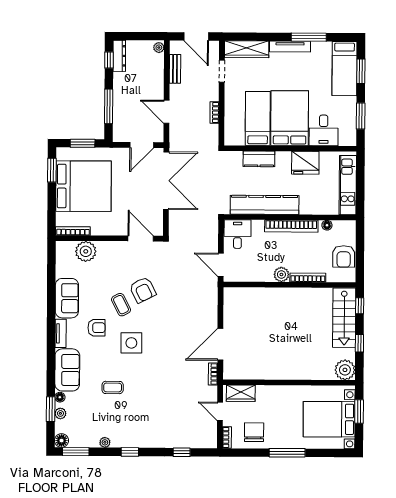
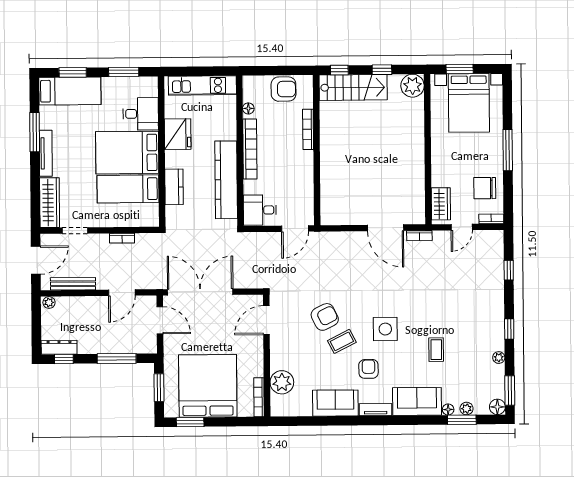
bench: (175, 69) -> (73, 284), width x1.36
plant: (281, 274) -> (305, 159), removed

